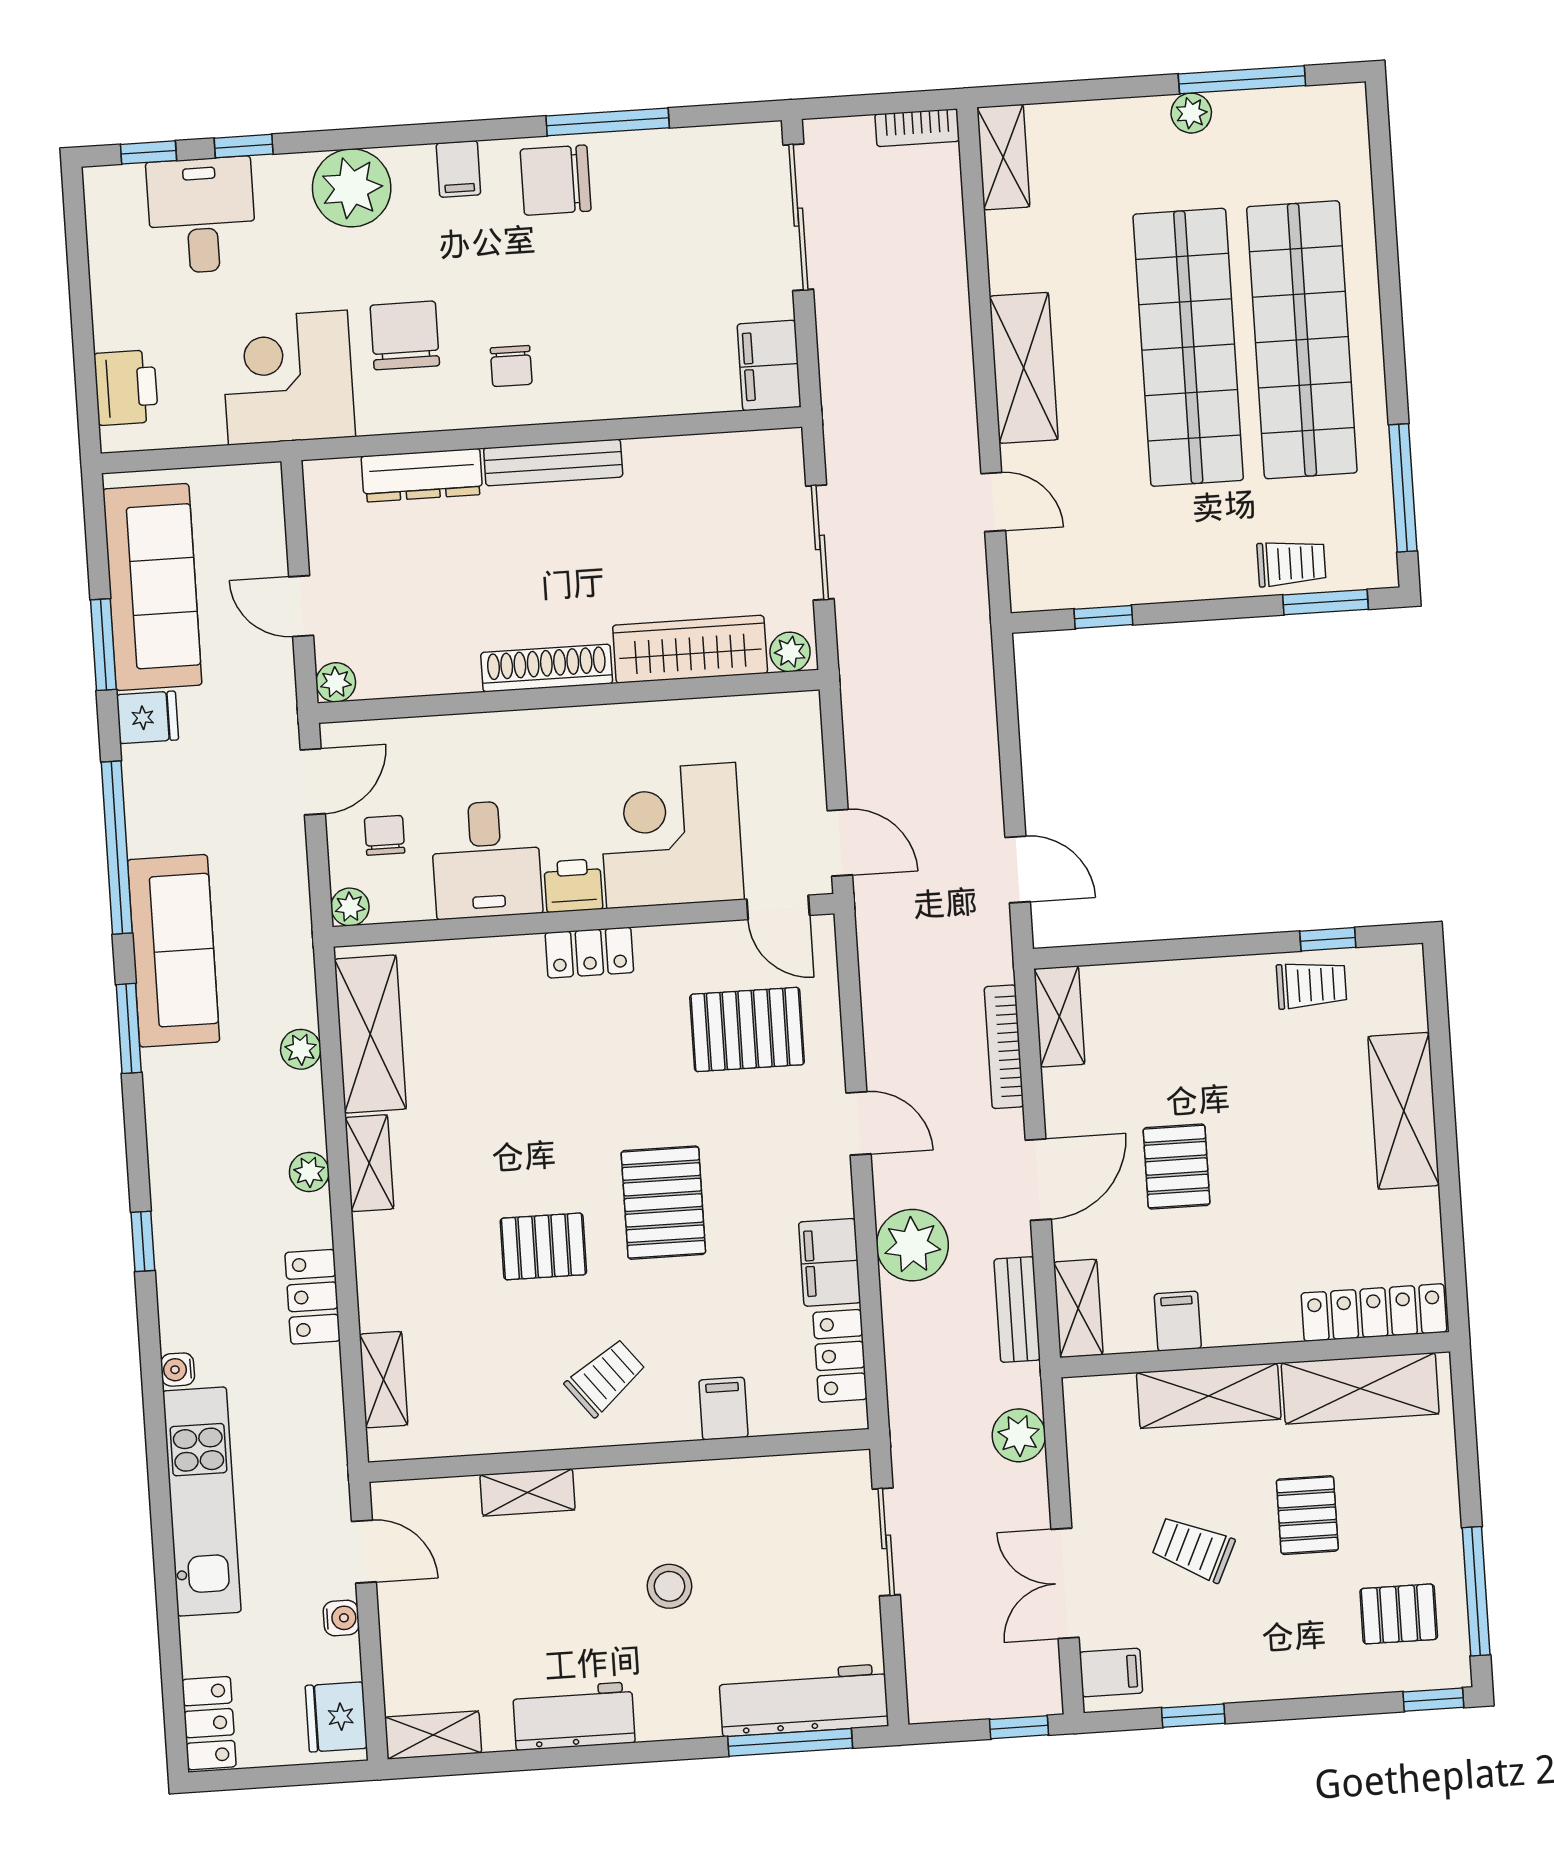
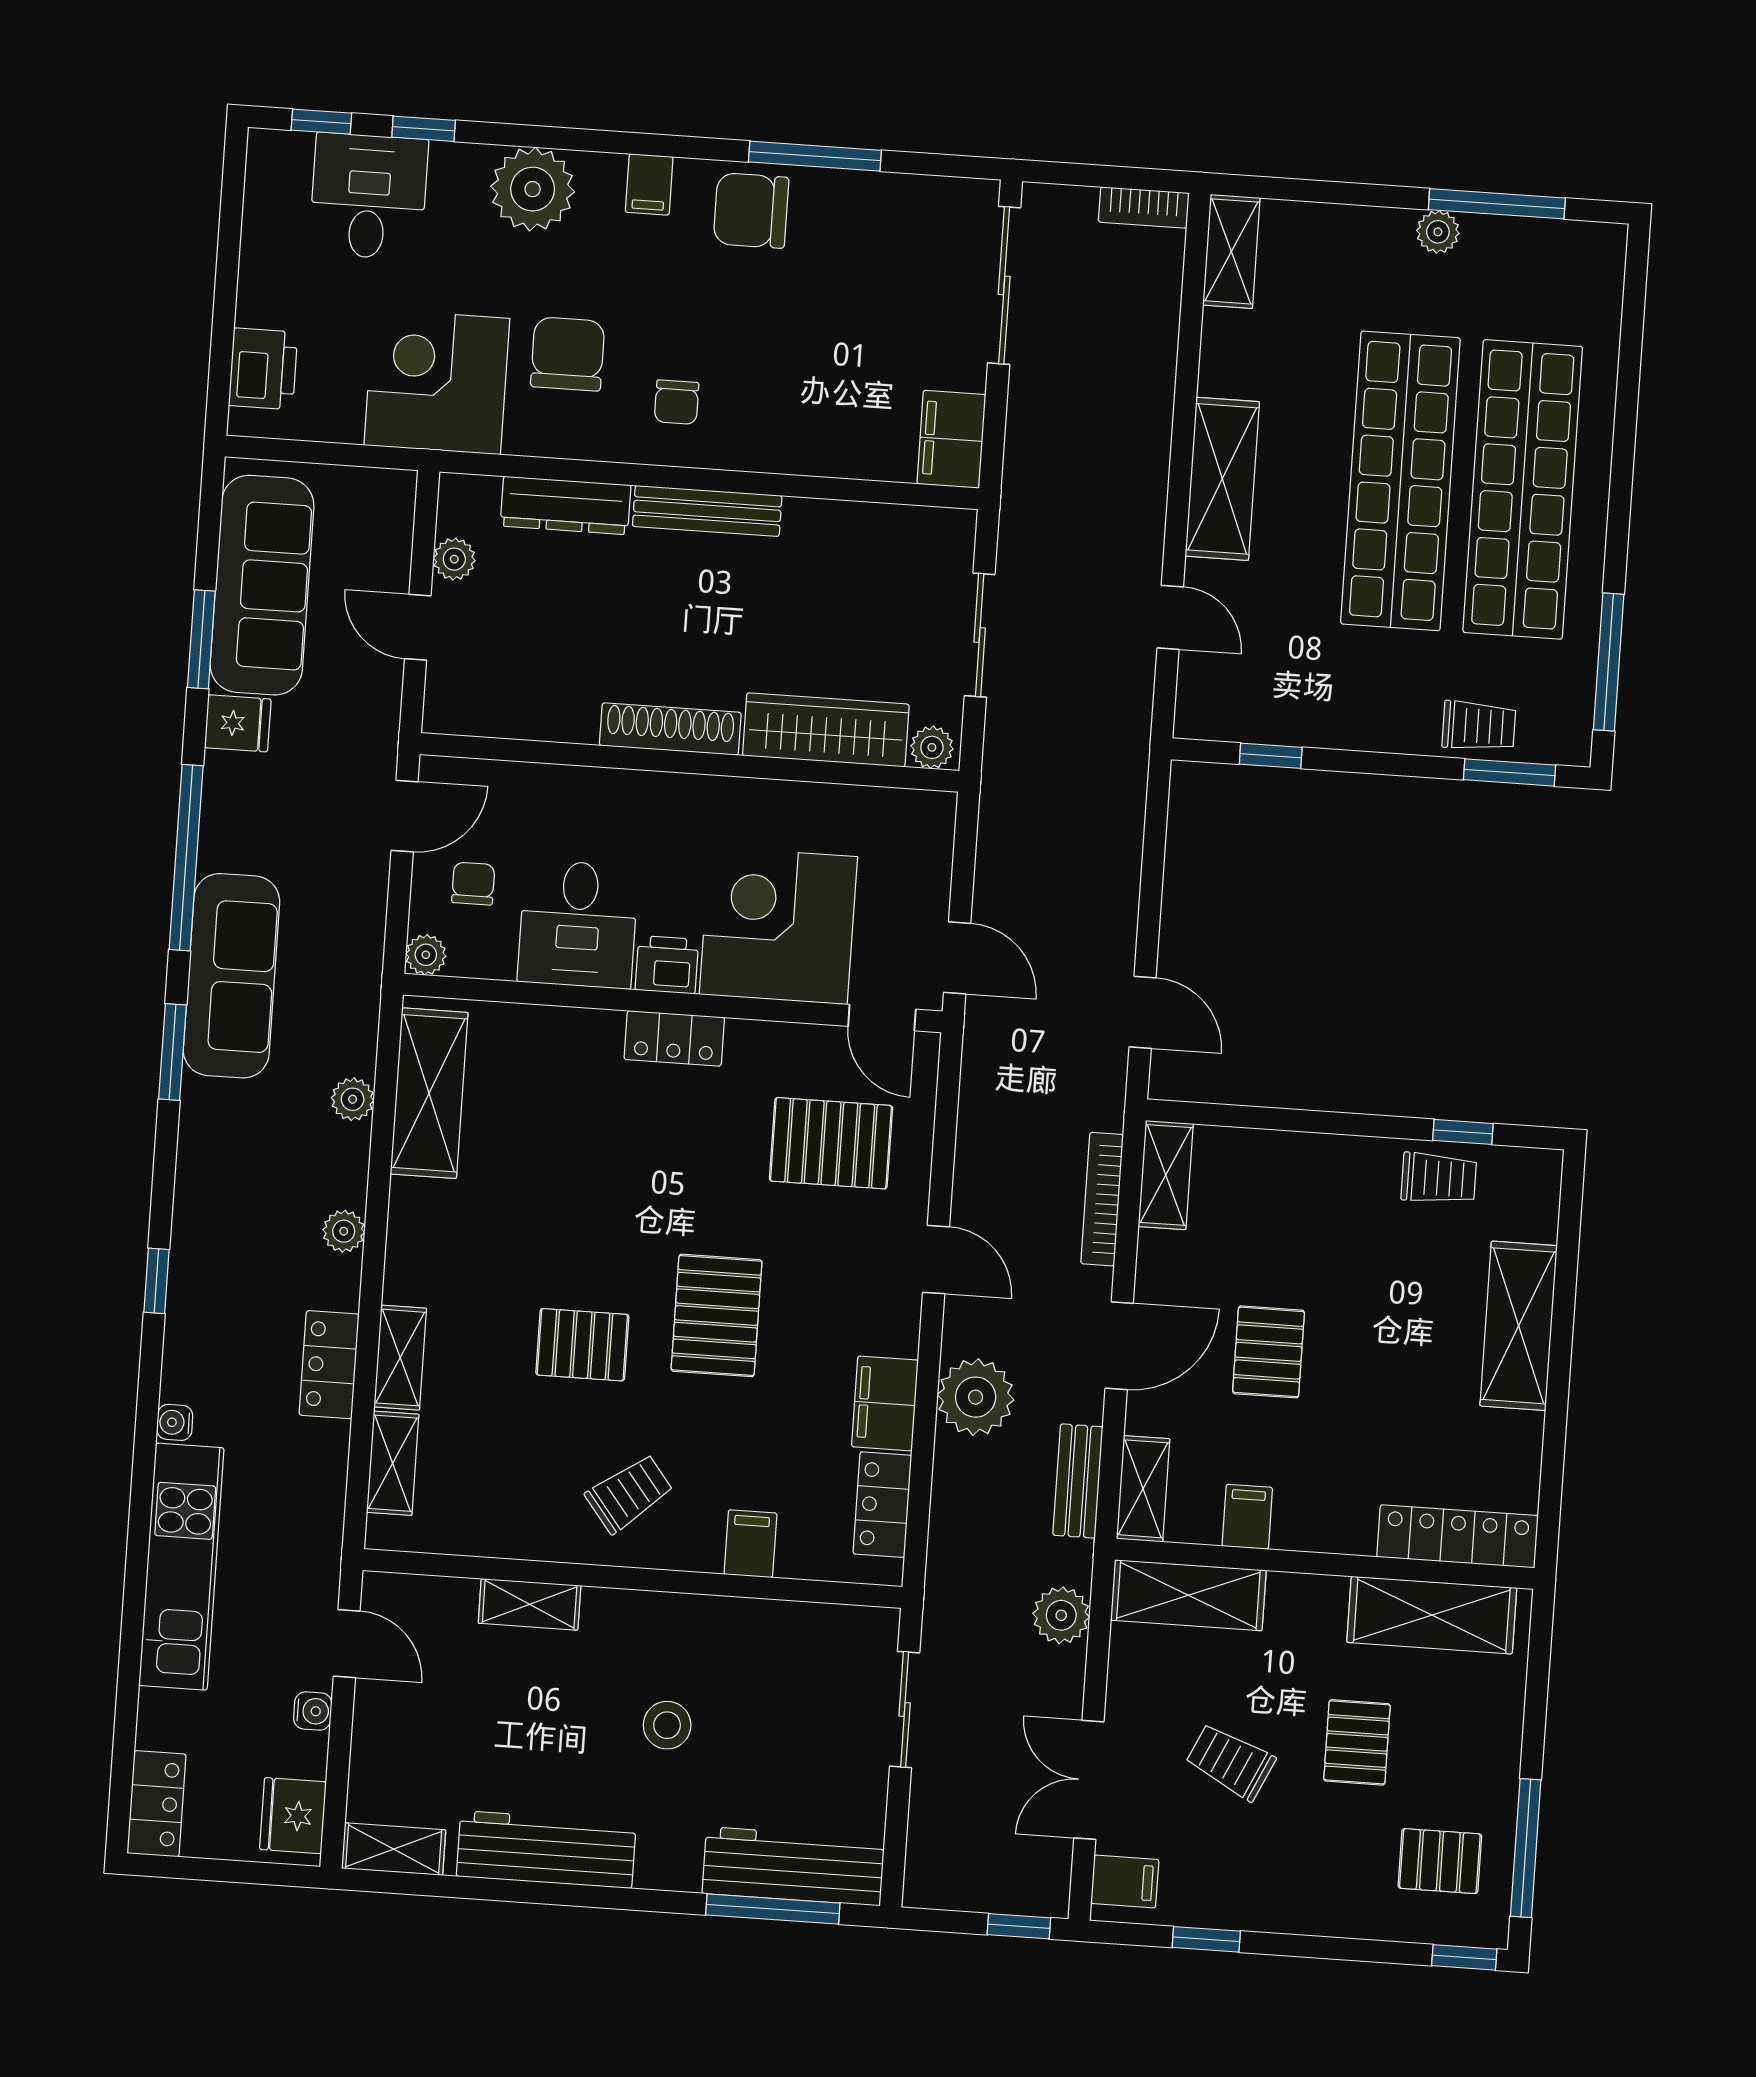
plant: (336, 682) -> (454, 559), moved
shelving: (369, 1163) -> (400, 1358), moved
shelving: (1209, 1396) -> (1188, 1595), moved
workbench: (574, 1716) -> (546, 1850), width x1.38

